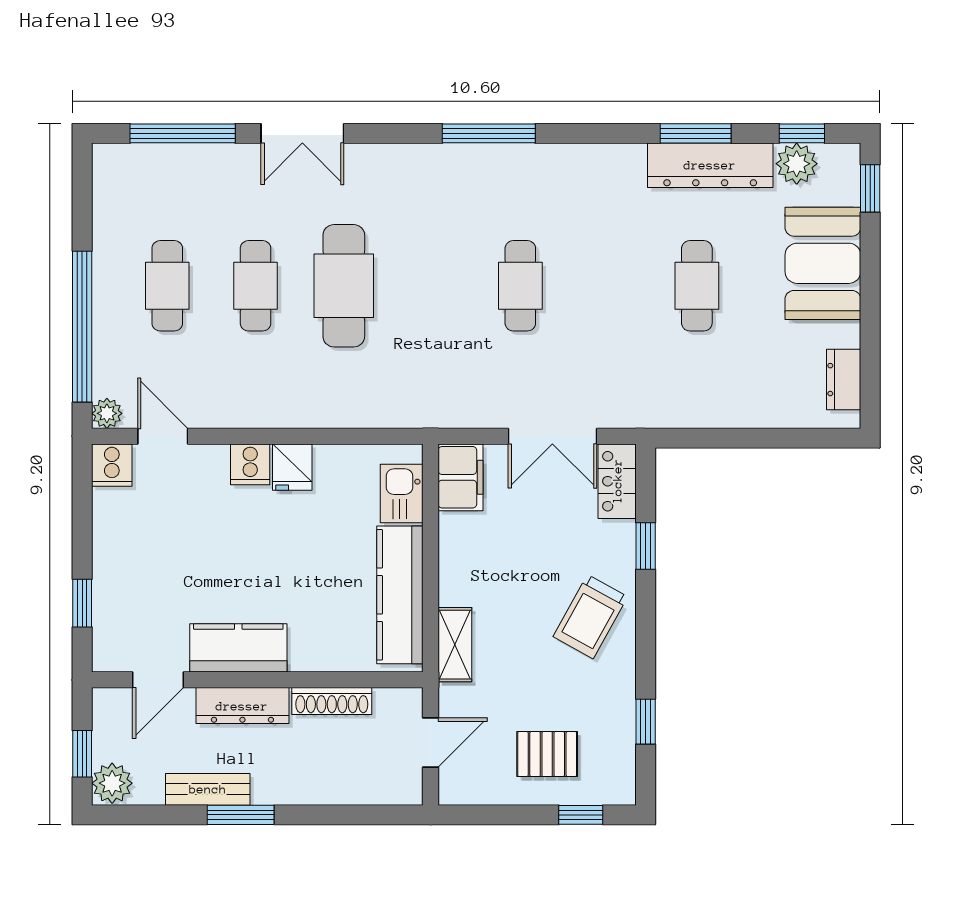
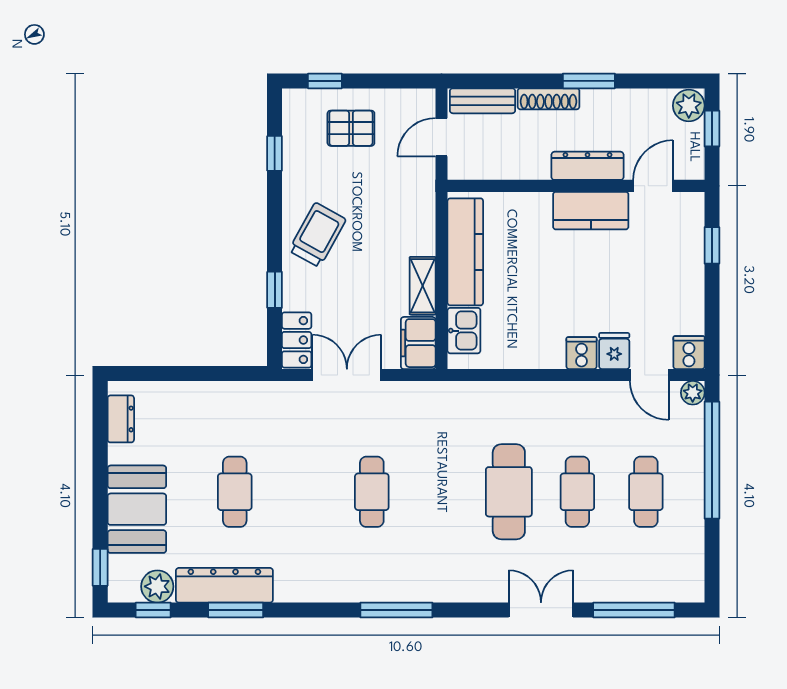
fridge: (292, 467) -> (614, 351), moved
shelving: (455, 645) -> (423, 286), moved
shoe rack: (332, 701) -> (549, 99), moved, turned 180
bench: (208, 789) -> (482, 101), moved

